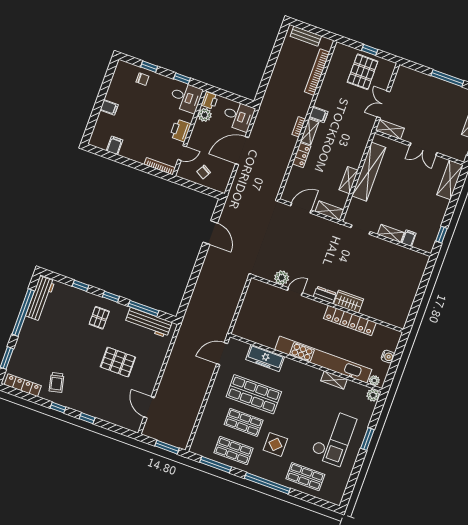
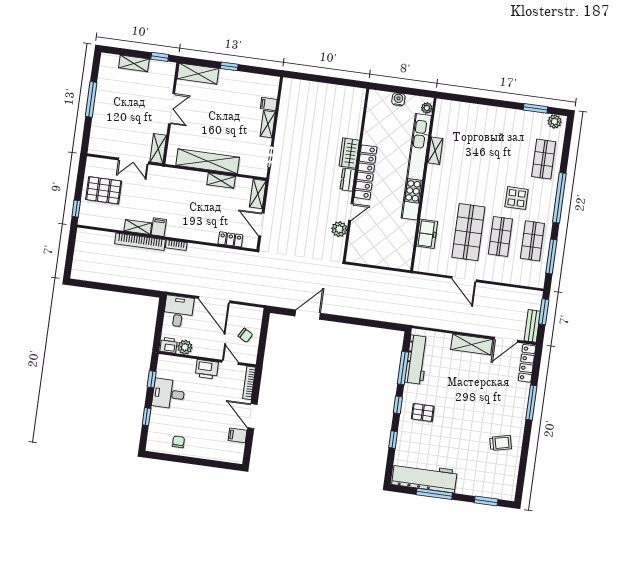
bench: (306, 36) -> (532, 326), moved
window: (370, 50) -> (76, 209), moved
bookcase: (317, 72) -> (140, 242), moved
chair: (142, 79) -> (178, 442), moved
desk: (186, 97) -> (169, 394), moved, turned -90
filing cabinet: (109, 107) -> (199, 450), removed
shelving: (310, 132) -> (138, 227), moved
locker: (301, 155) -> (230, 239), moved
door: (129, 163) -> (252, 416), added
window: (441, 235) -> (229, 66), moved
door: (295, 292) -> (351, 212), swing flipped
workbench: (40, 298) -> (424, 477), width x1.36, depth x1.32
window: (23, 312) -> (434, 494), width x0.68
locker: (350, 321) -> (366, 172), moved
door: (222, 354) -> (464, 279), moved
freezer: (265, 358) -> (427, 234), width x0.71
pallet: (118, 362) -> (465, 383), removed
shelving: (151, 375) -> (472, 344), added
locker: (23, 385) -> (527, 363), moved
plant: (373, 395) -> (555, 121), moved
window: (58, 408) -> (527, 436), removed
window: (87, 418) -> (531, 403), width x2.17
checkout: (334, 438) -> (496, 138), removed
window: (367, 439) -> (535, 108), moved

